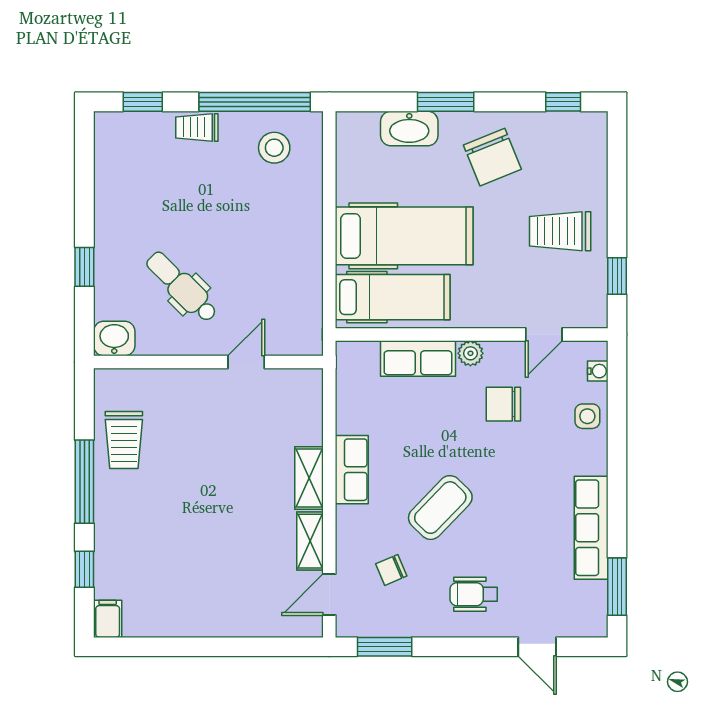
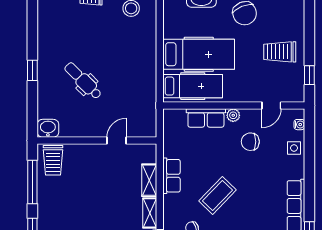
washbasin: (114, 338) -> (48, 128), moved
wall: (208, 362) -> (97, 141), moved
door: (246, 362) -> (117, 141), moved

